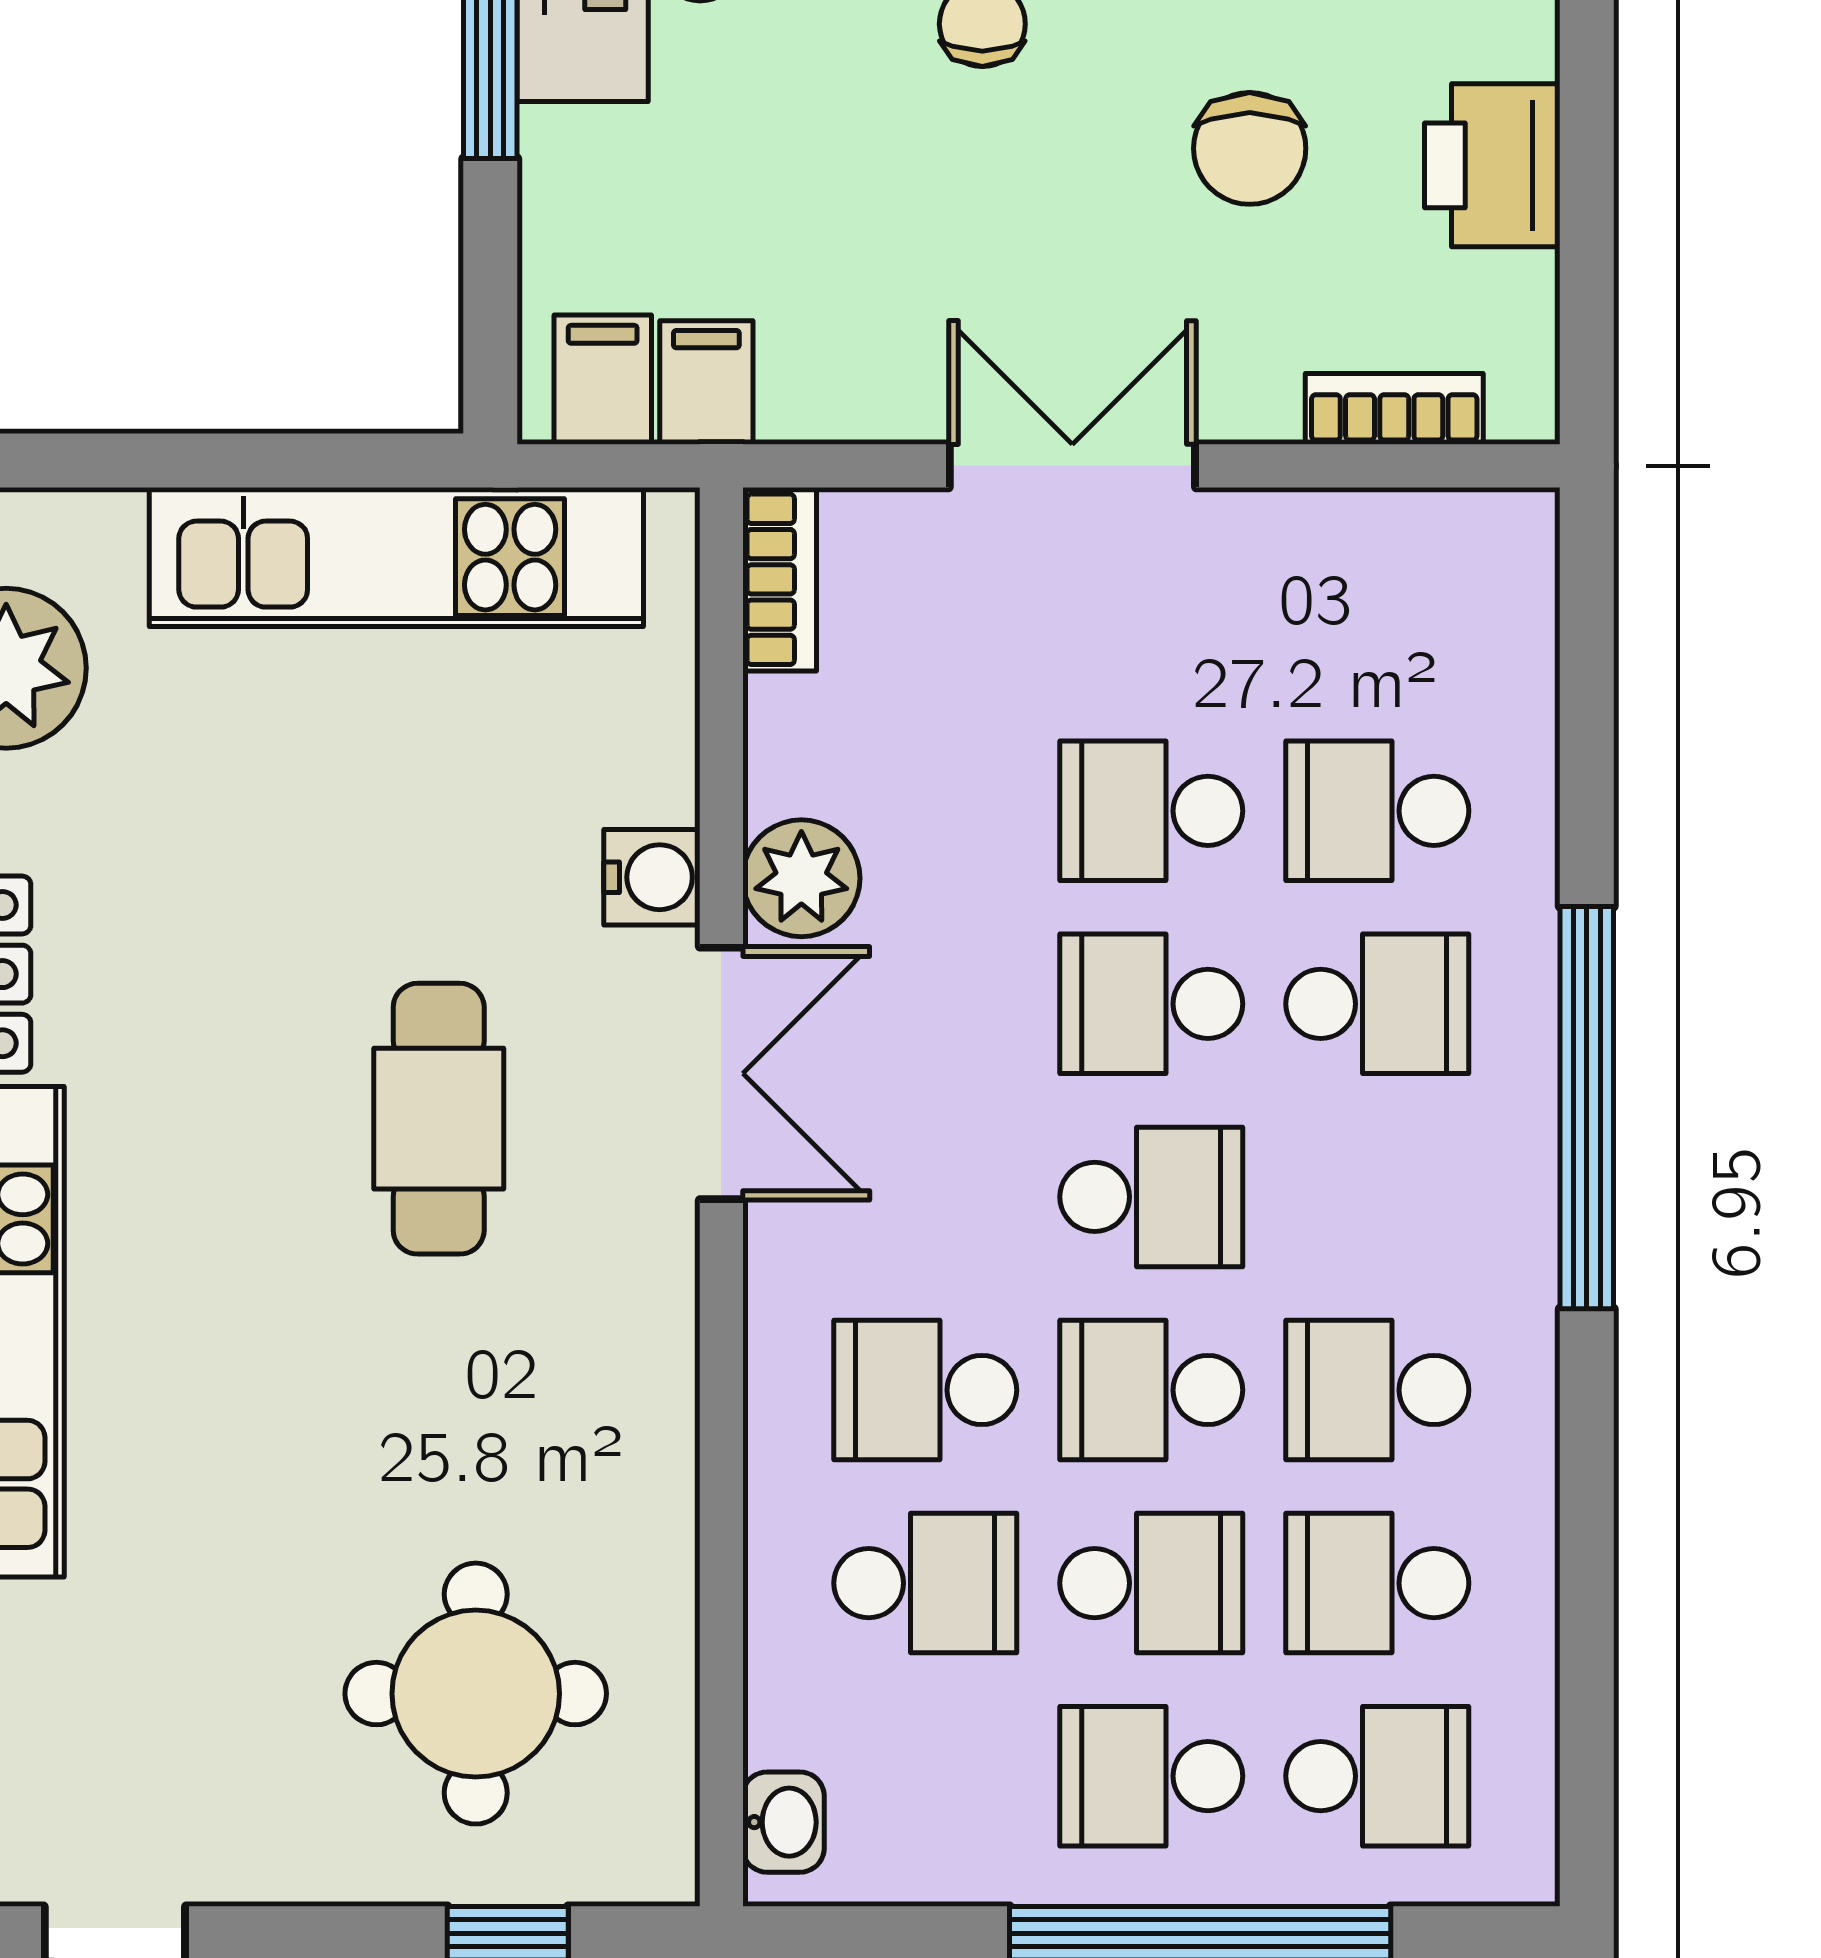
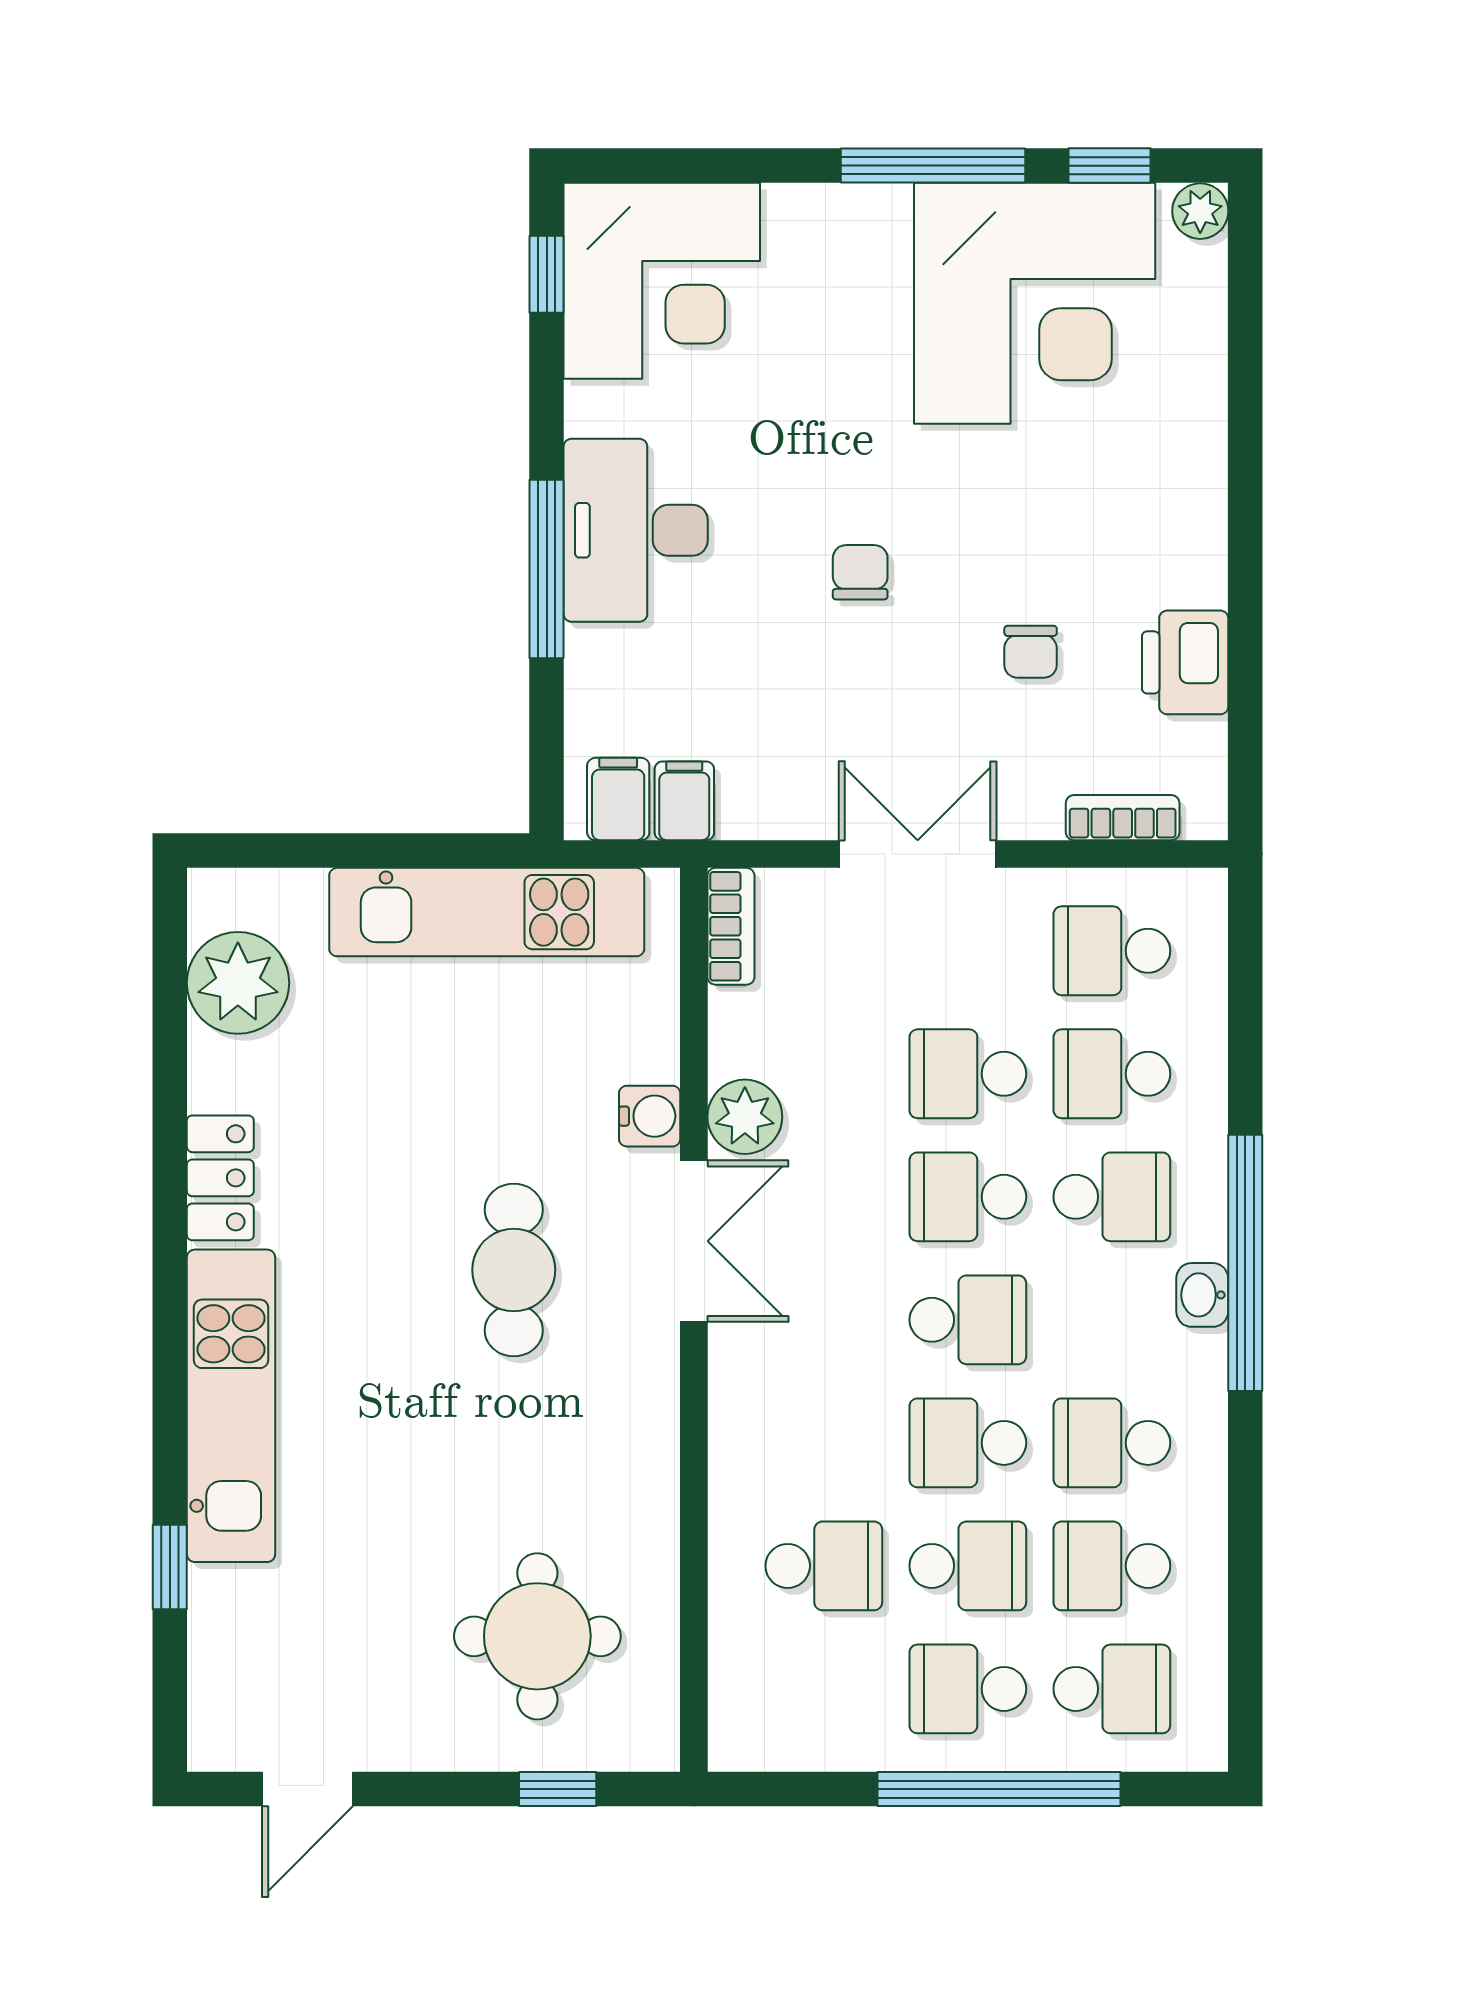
chair: (1250, 148) -> (1031, 652), width x0.73, depth x0.73
school desk: (925, 1390) -> (1112, 951), moved
washbasin: (783, 1822) -> (1202, 1295), moved, turned 180

